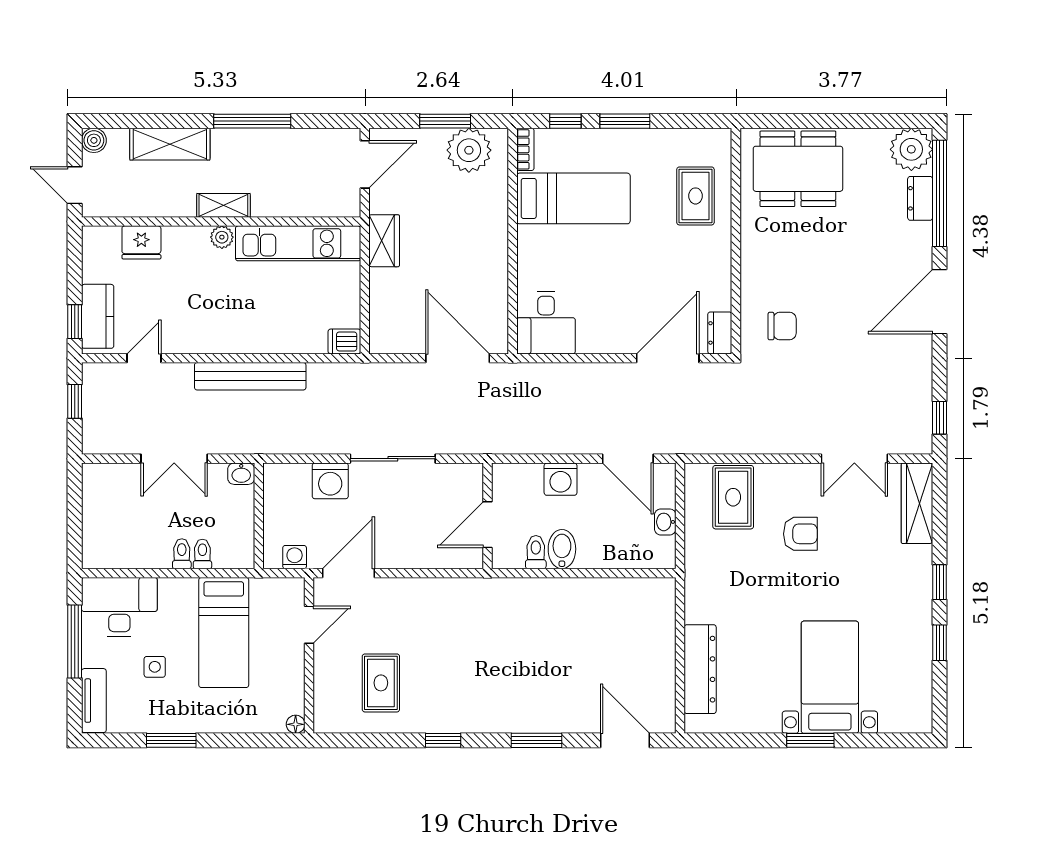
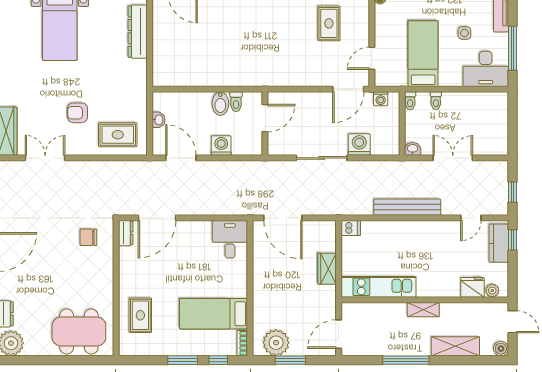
plant: (222, 237) -> (492, 291), moved
wardrobe: (384, 241) -> (327, 269), moved
rug: (733, 497) -> (118, 135), turned 90
toilet: (182, 554) -> (410, 101), moved

